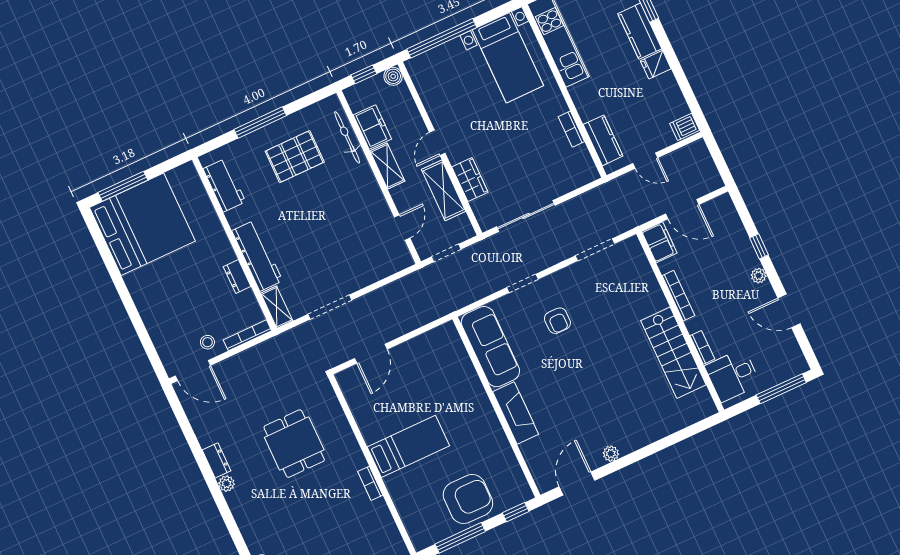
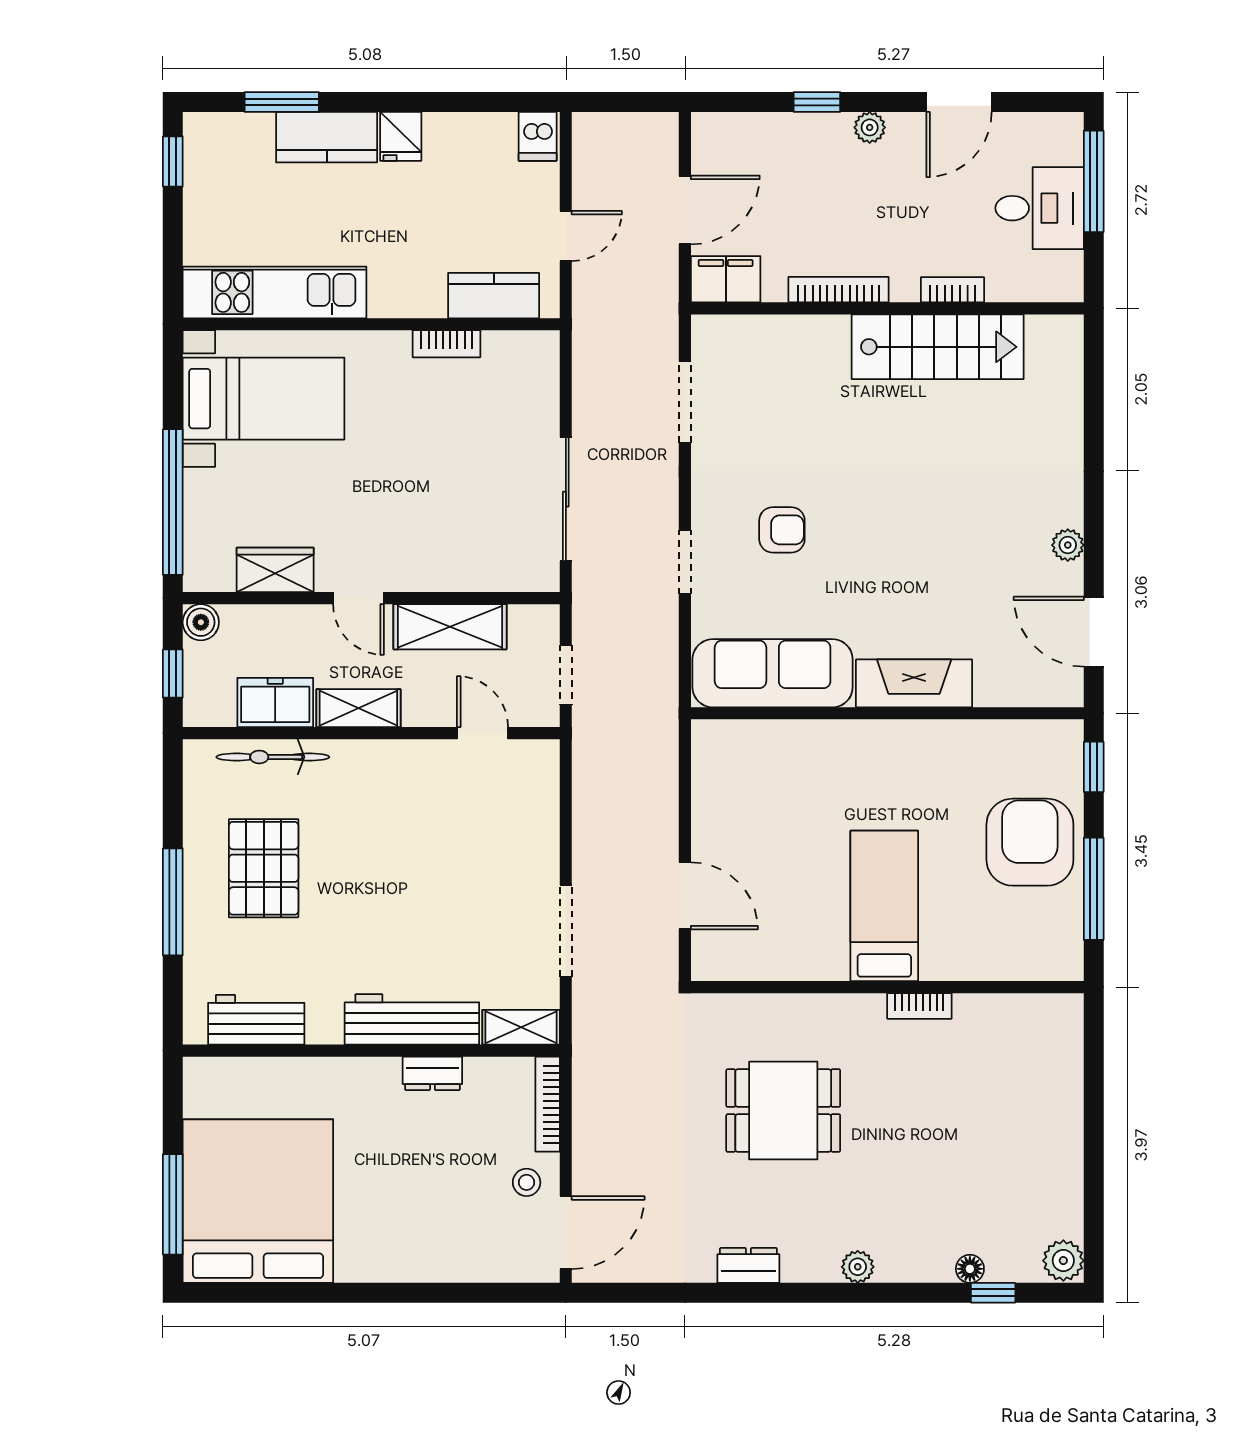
wardrobe: (470, 180) -> (275, 570), moved
desk: (733, 375) -> (1040, 208), moved, turned -90
plant: (227, 484) -> (858, 1267), moved

